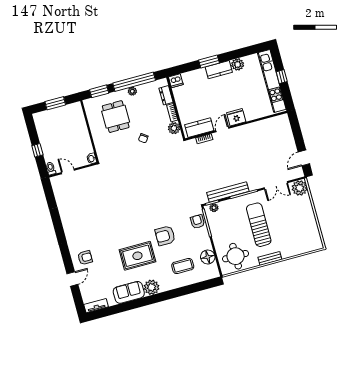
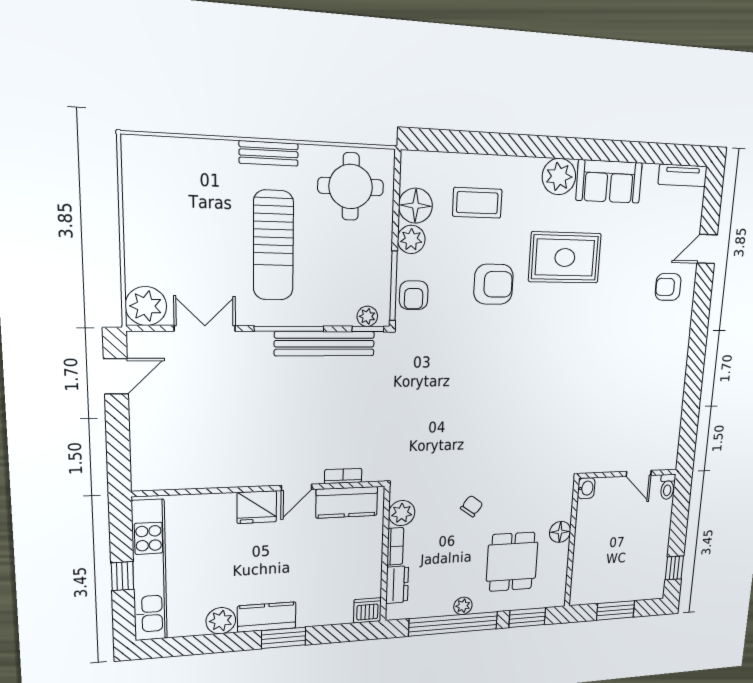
floor lamp: (97, 135) -> (560, 532), added
window: (37, 150) -> (674, 568), moved
plant: (205, 243) -> (411, 239), added

